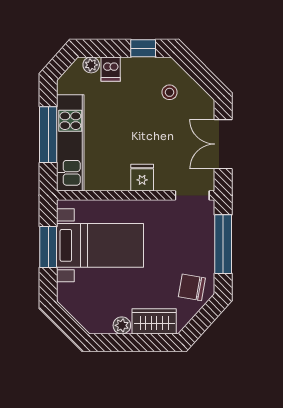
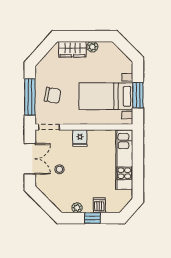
window: (143, 48) -> (92, 218), moved
plant: (91, 65) -> (77, 208), moved
stool: (170, 92) -> (59, 169), moved
window: (48, 135) -> (138, 165), removed
chair: (192, 287) -> (53, 95), moved

